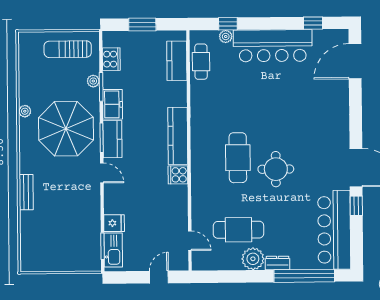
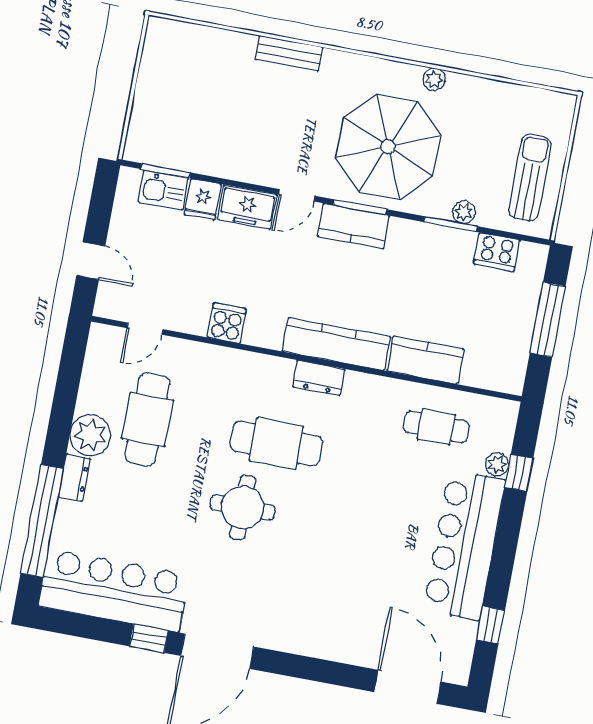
window: (142, 25) -> (548, 320), width x1.44
kitchen counter: (177, 61) -> (425, 360), moved
cafe table: (201, 62) -> (436, 427), moved
freezer: (113, 104) -> (247, 207), moved
dresser: (198, 142) -> (319, 378), added
cooker: (178, 175) -> (227, 323), moved
kitchen sink: (113, 250) -> (163, 190), width x0.73

